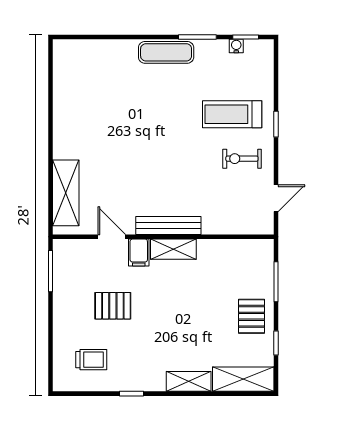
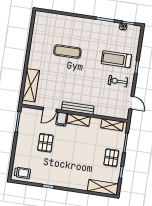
exercise mat: (166, 52) -> (67, 52), moved
door: (276, 198) -> (131, 103), hinge flipped
door: (112, 237) -> (50, 110), swing flipped
pallet: (113, 306) -> (45, 143), turned 90
trolley: (91, 360) -> (22, 173), moved
shelving: (189, 381) -> (112, 125), moved

